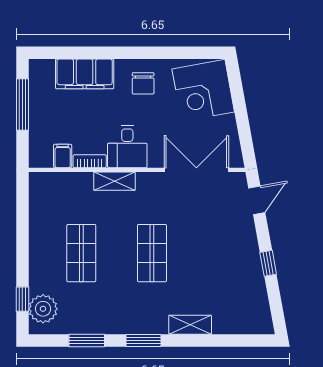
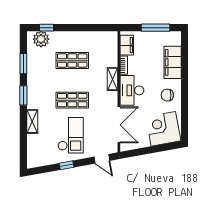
desk: (127, 147) -> (132, 90), width x1.37
filing cabinet: (63, 156) -> (127, 45), width x2.00
checkout: (215, 256) -> (71, 135), added

